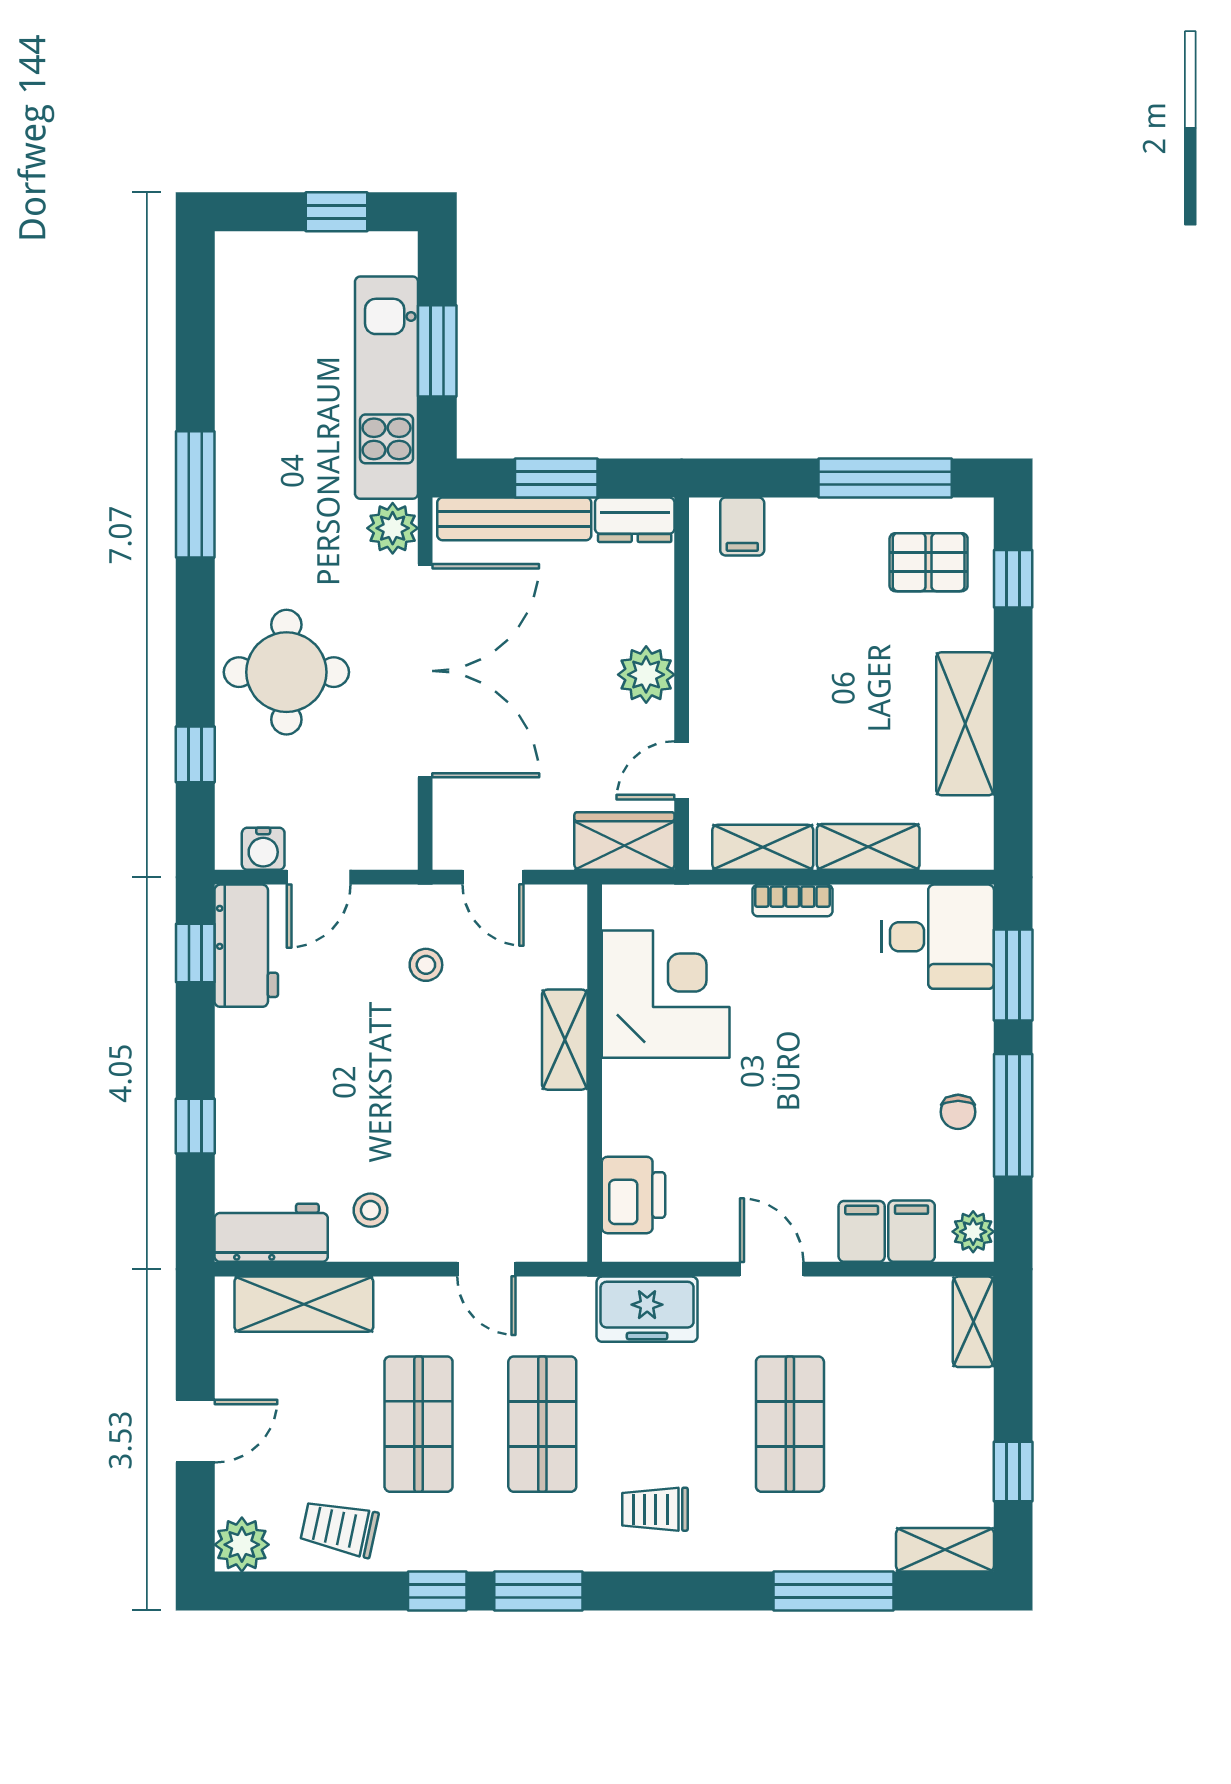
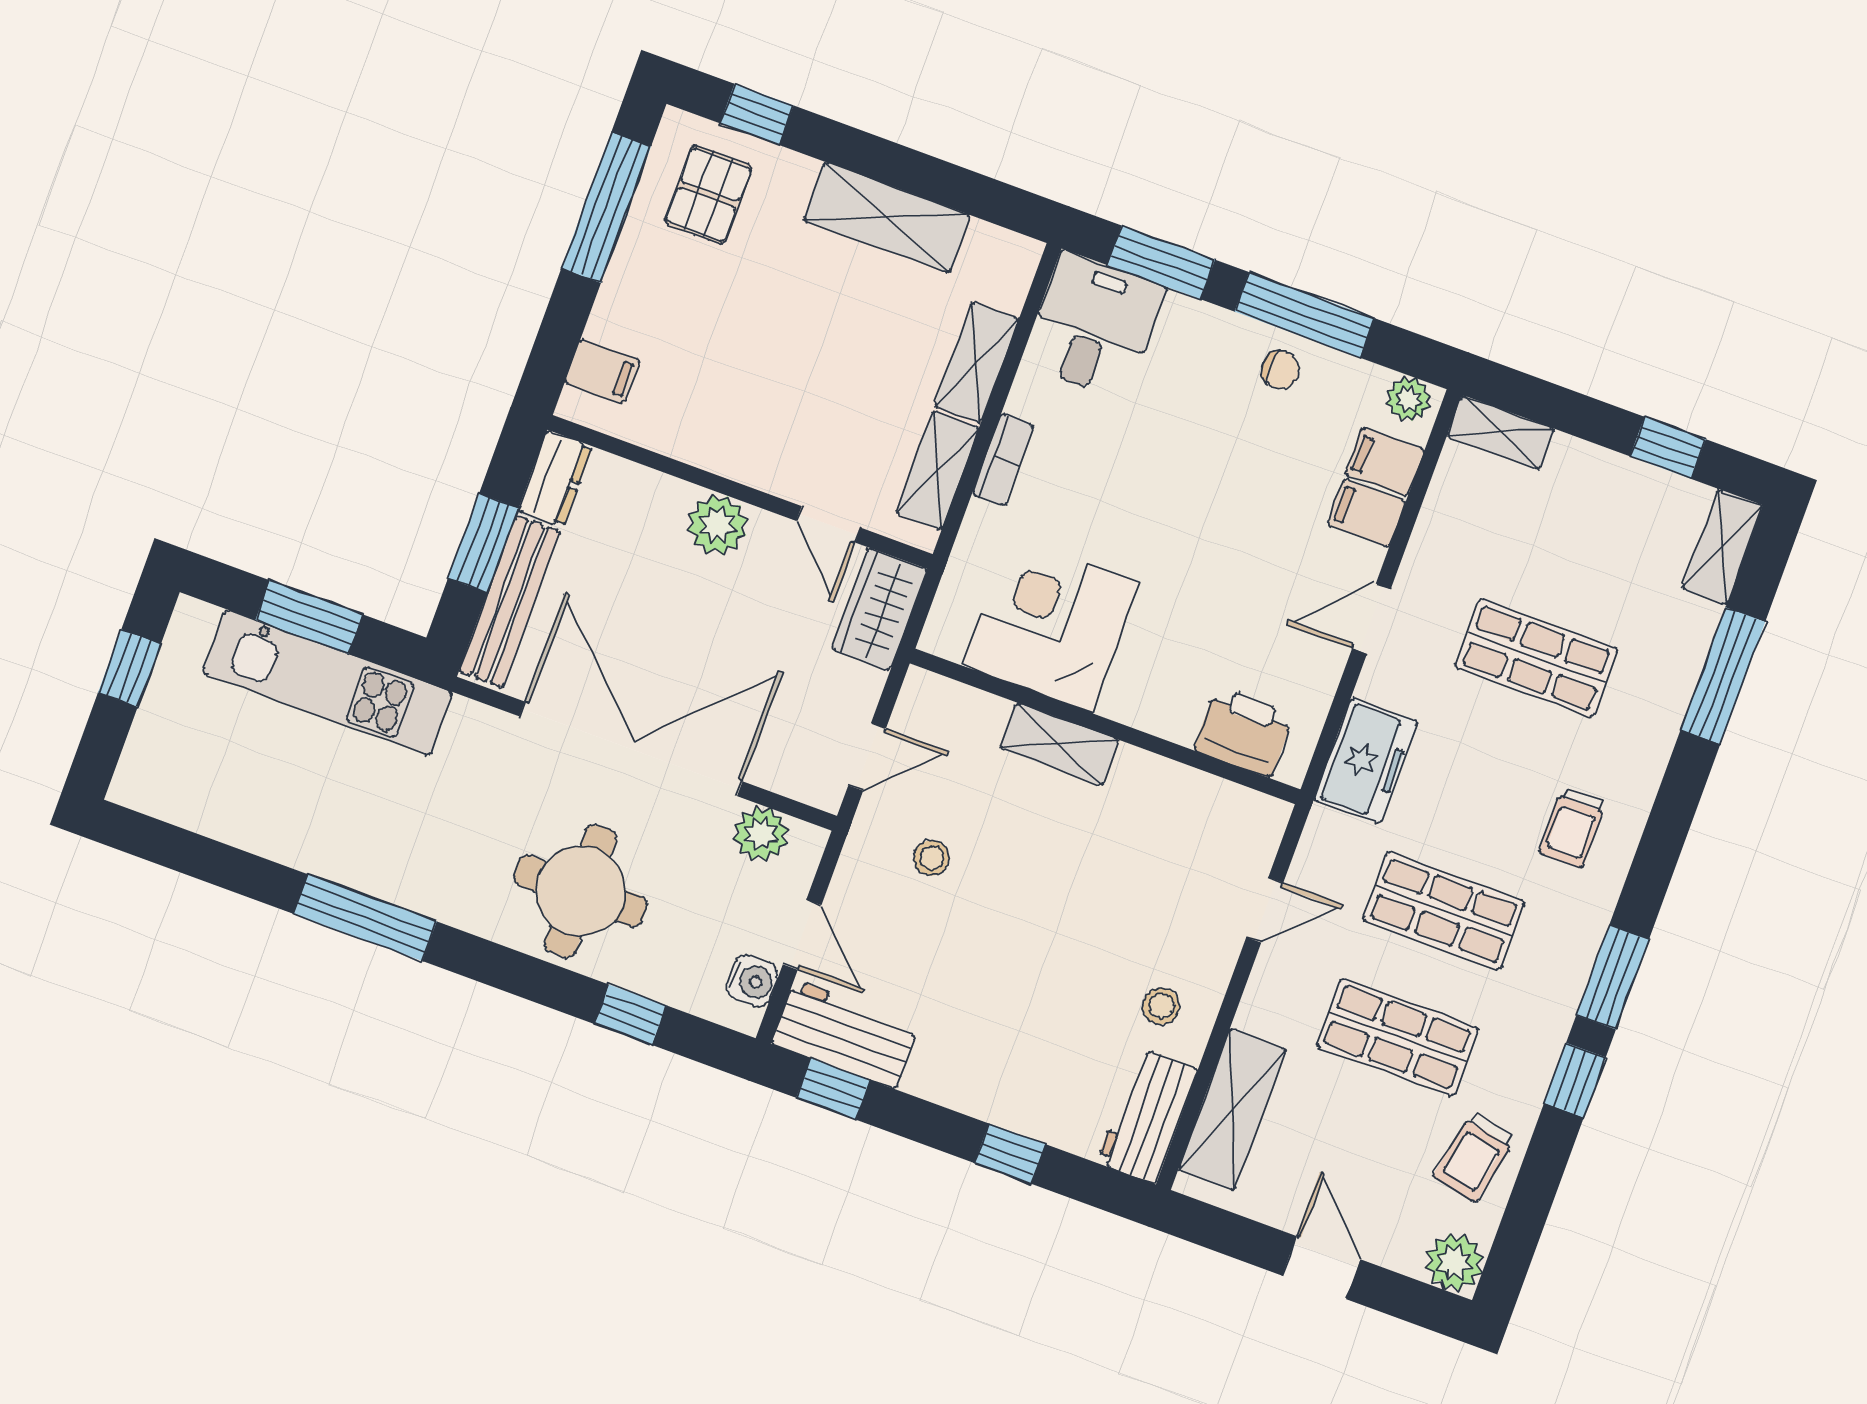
plant: (393, 528) -> (761, 834), moved

